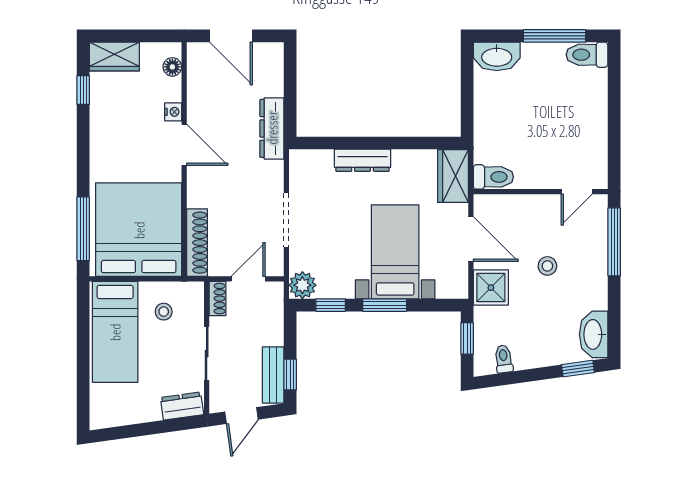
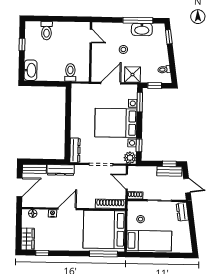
window: (554, 36) -> (22, 45), width x0.46
toilet: (587, 55) -> (47, 31), moved
bench: (274, 69) -> (34, 169), added
dresser: (363, 160) -> (75, 150), moved
wardrobe: (453, 176) -> (83, 90), removed
toilet: (493, 177) -> (70, 72), moved
window: (614, 242) -> (138, 20), moved
bed with nightstands: (395, 252) -> (116, 123), width x1.36
window: (385, 305) -> (140, 102), moved
washbasin: (594, 334) -> (142, 29), moved

